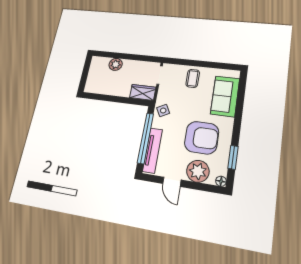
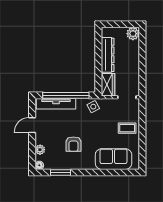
plant: (116, 64) -> (133, 34), moved
dresser: (112, 89) -> (108, 55), added
armchair: (202, 138) -> (73, 144), width x0.53, depth x0.53
plant: (198, 171) -> (40, 150), width x0.53, depth x0.53

